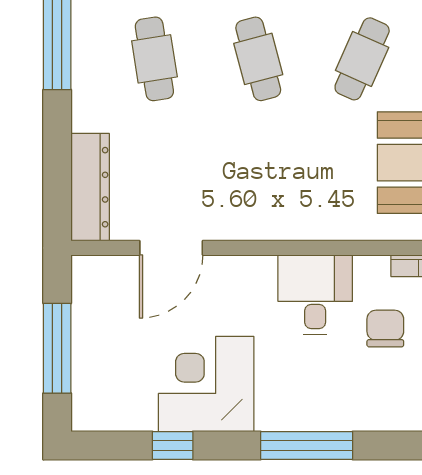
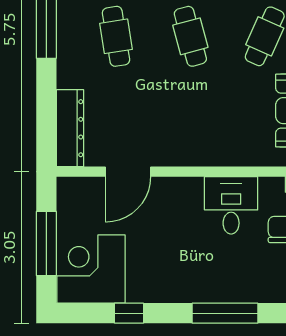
corner desk: (206, 384) -> (91, 269), moved

